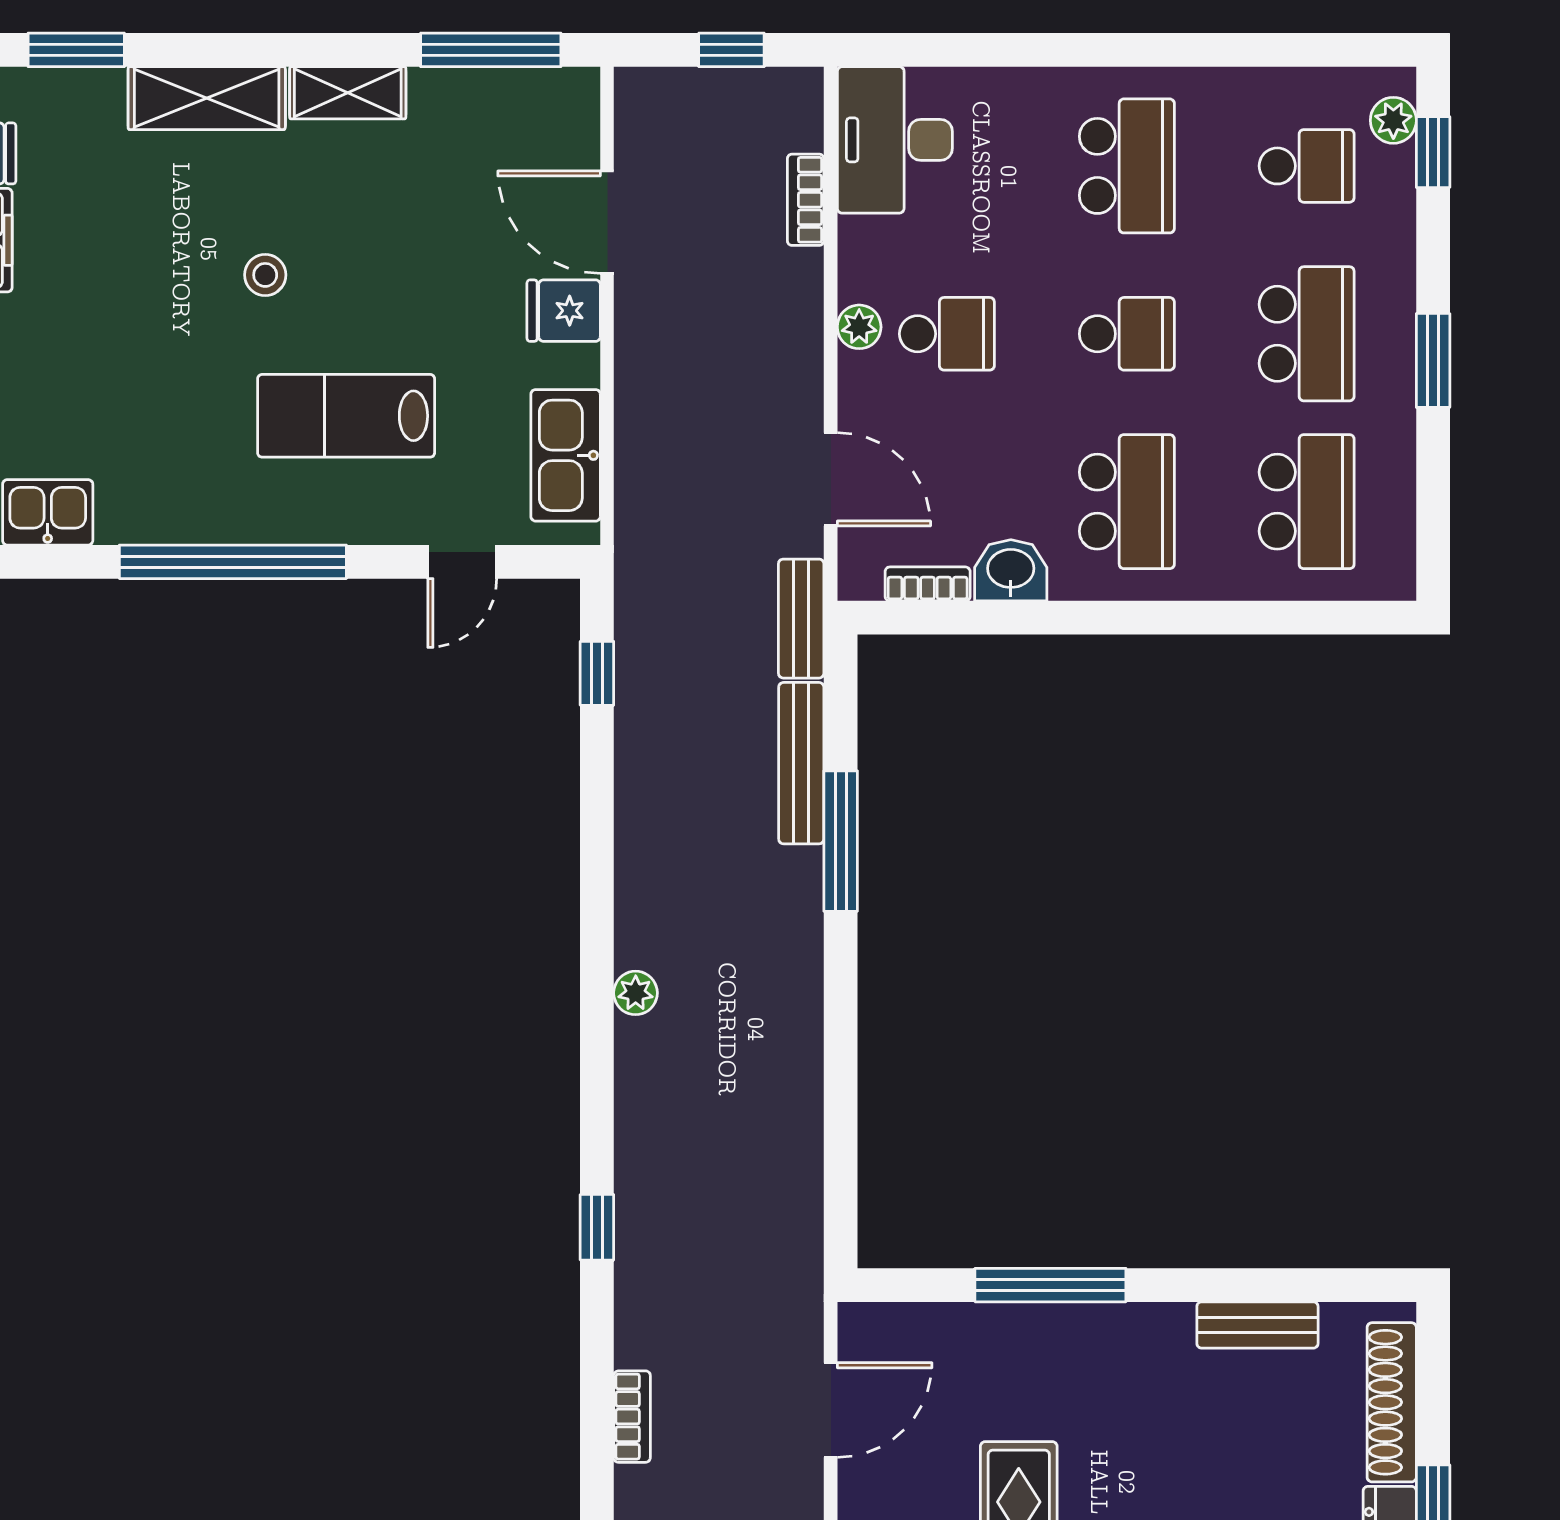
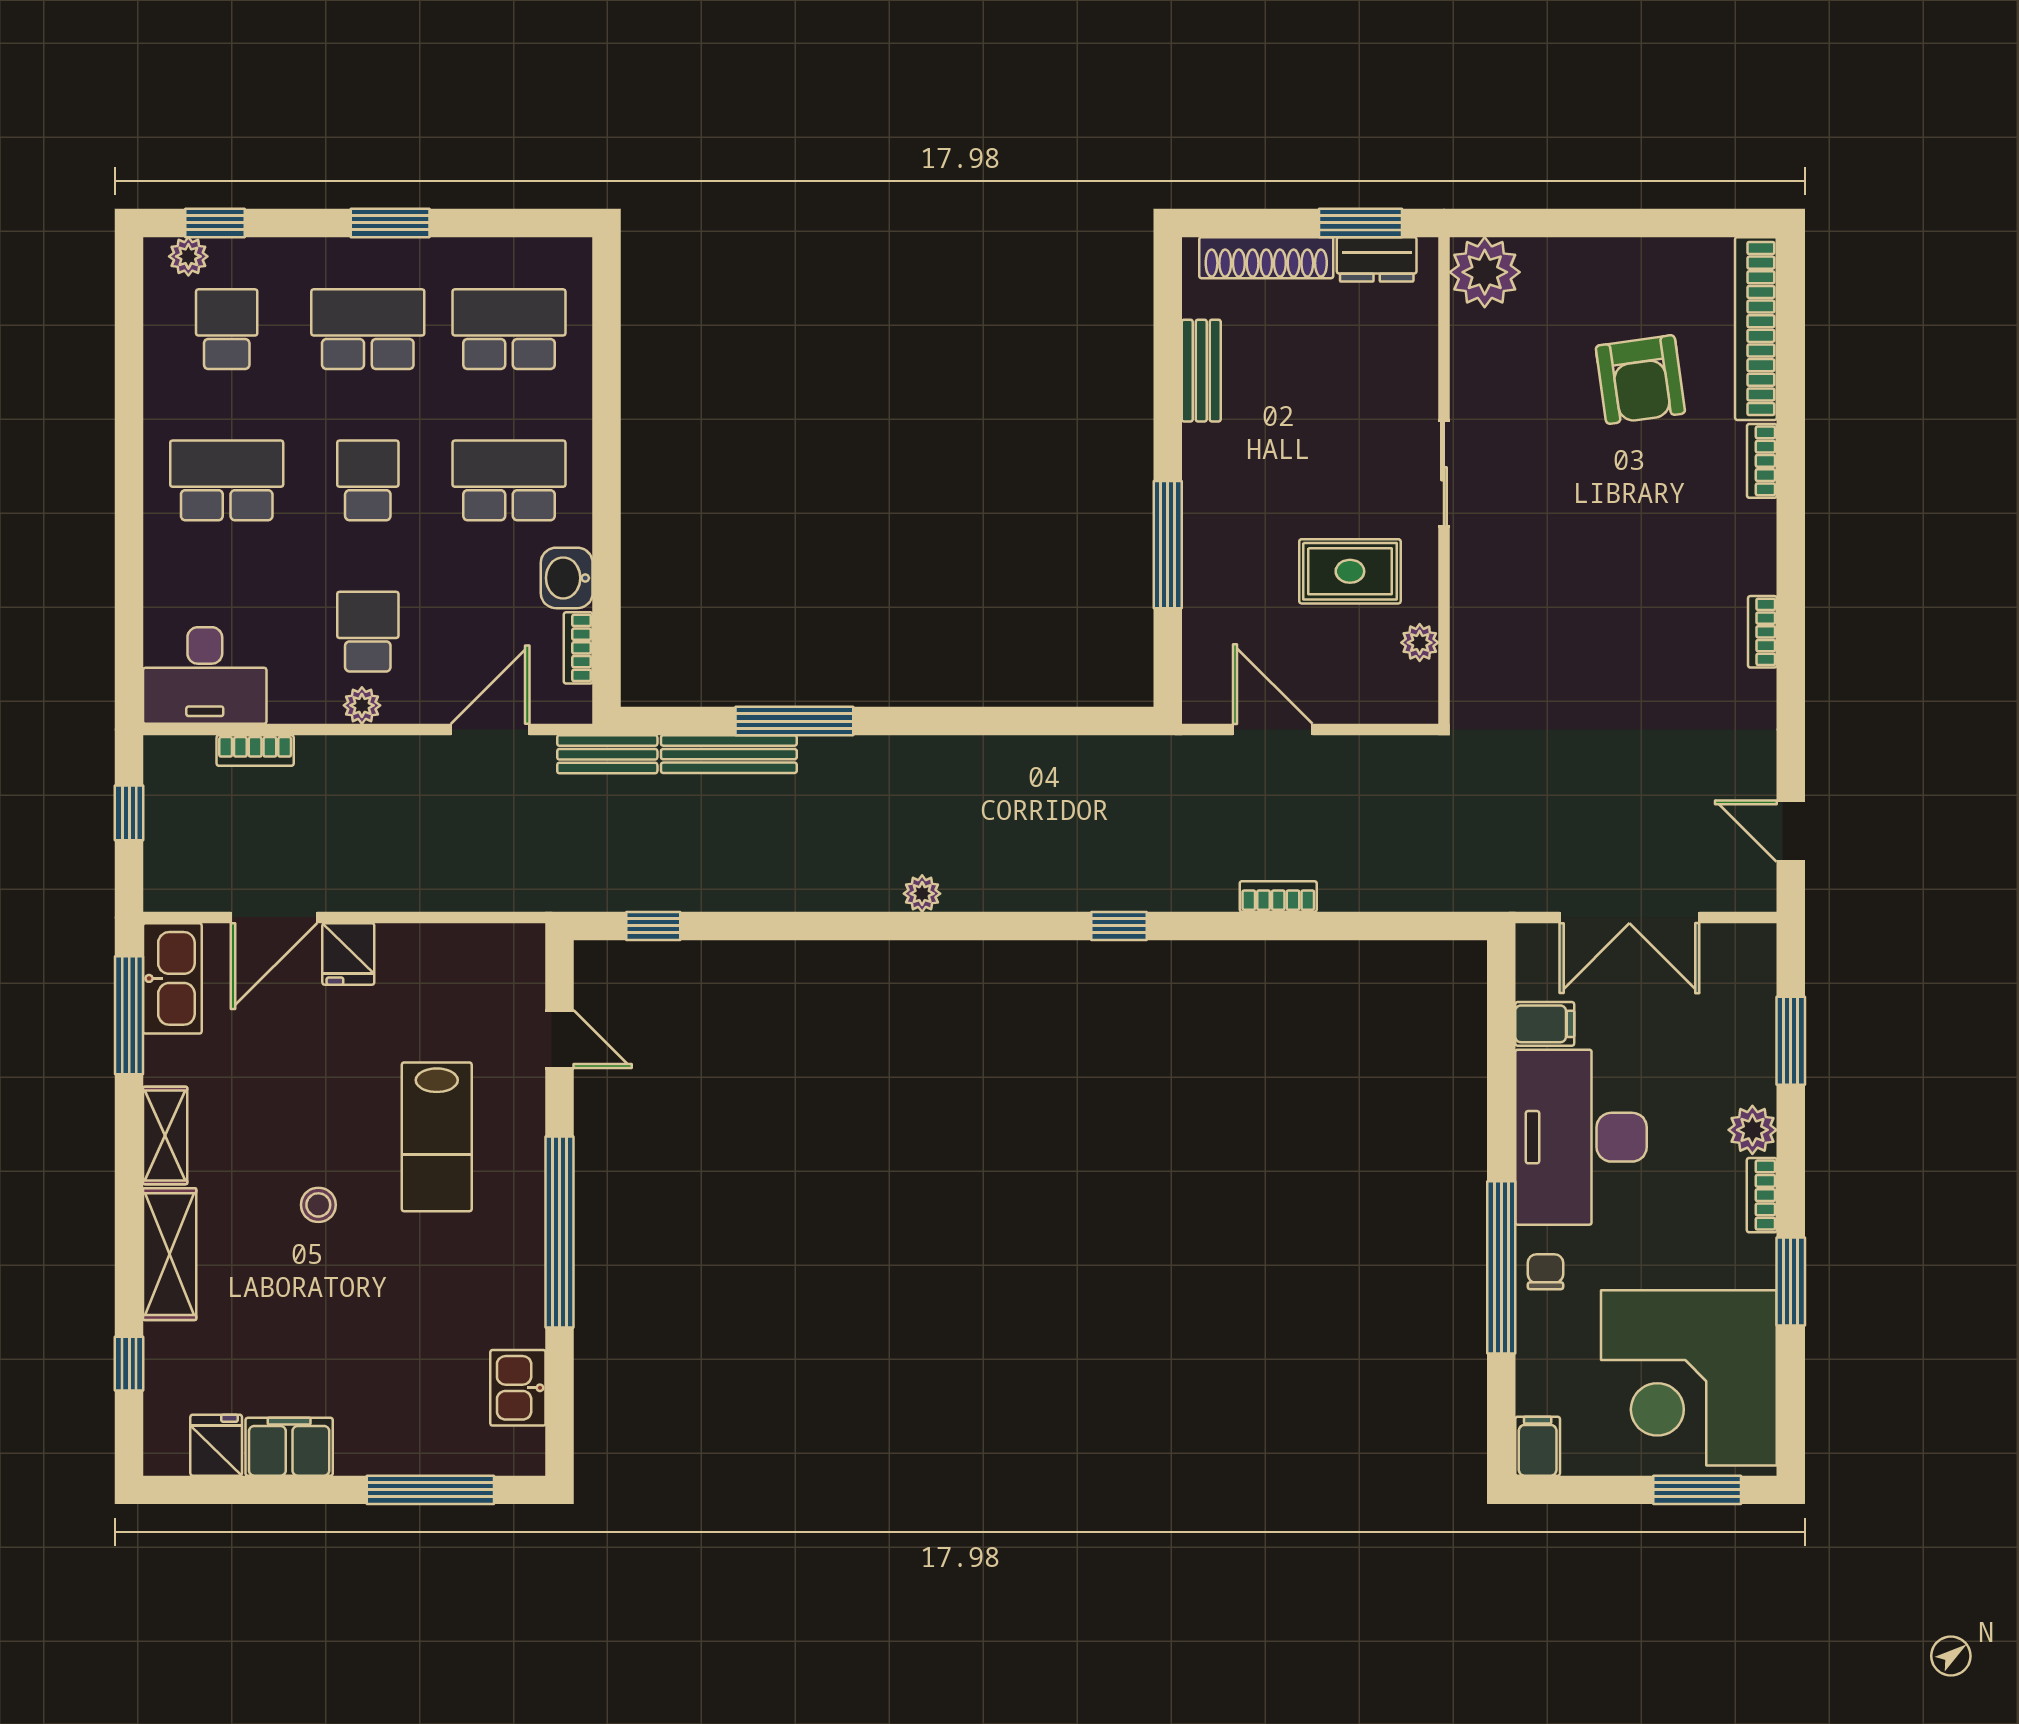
window: (76, 50) -> (129, 1364), width x0.67
kitchen sink: (566, 455) -> (172, 978), moved, turned -90

